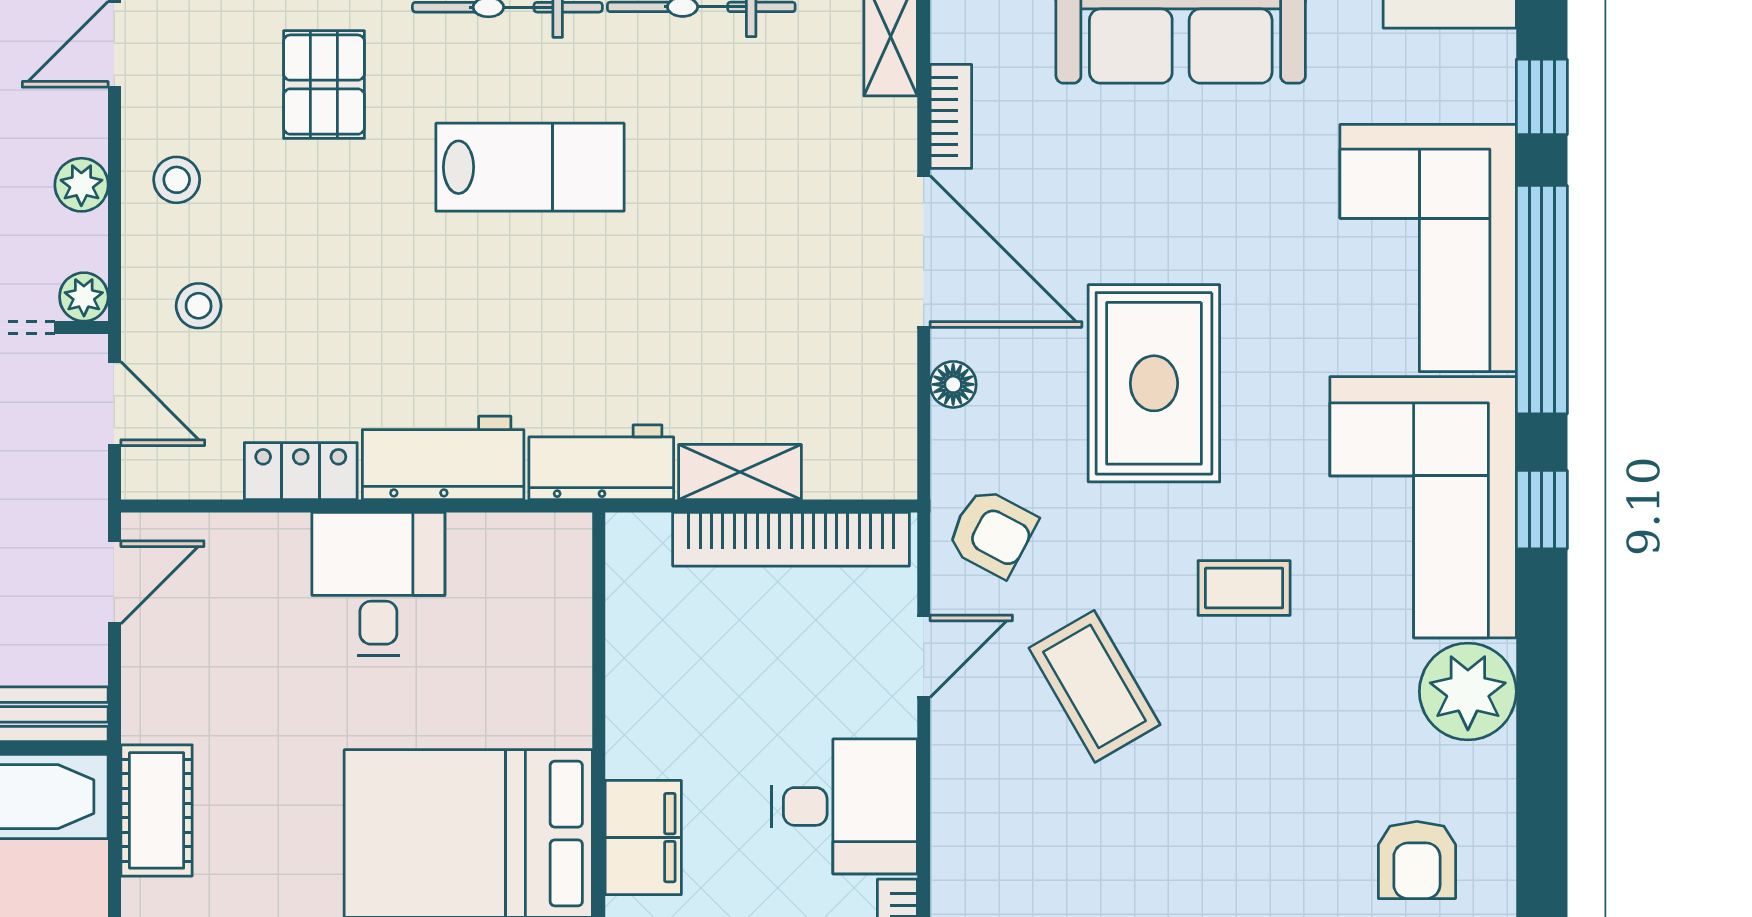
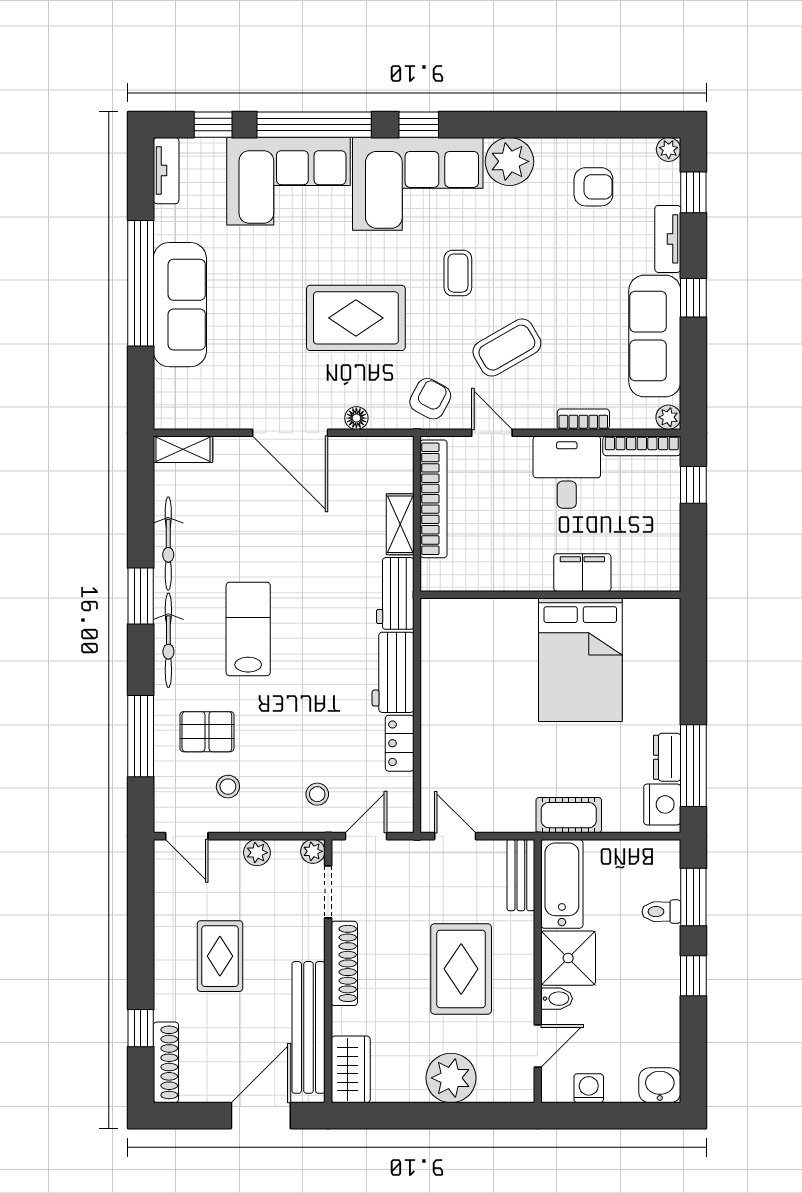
bookcase: (951, 116) -> (583, 419), moved
stool: (177, 180) -> (228, 787), moved
door: (924, 251) -> (290, 433), swing flipped
desk: (378, 584) -> (456, 705), removed

